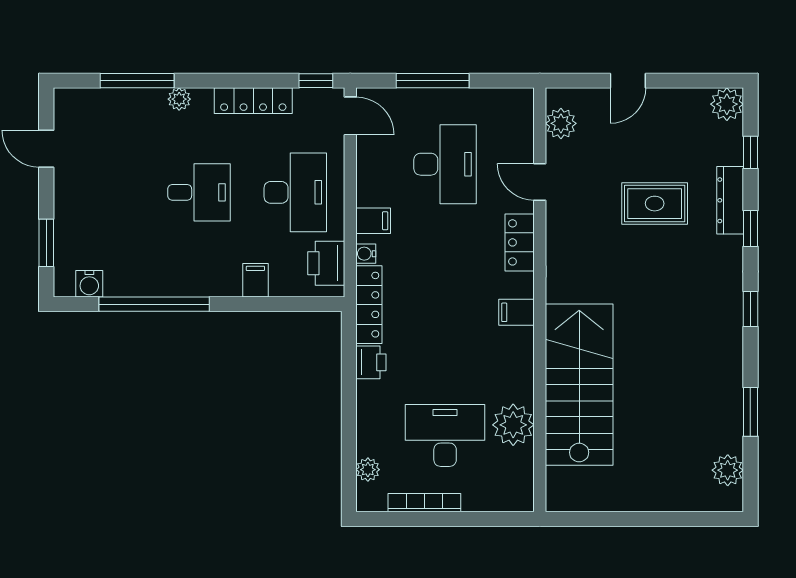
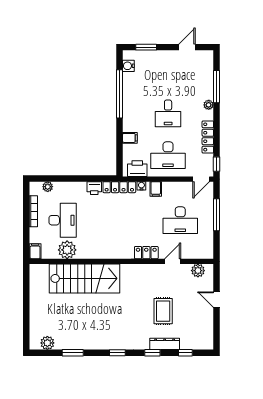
plant: (727, 104) -> (206, 343), removed
filing cabinet: (517, 312) -> (35, 251), moved

